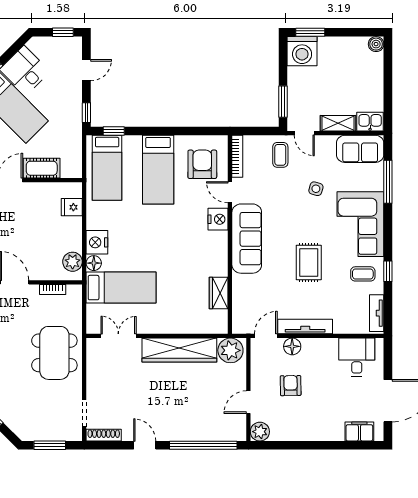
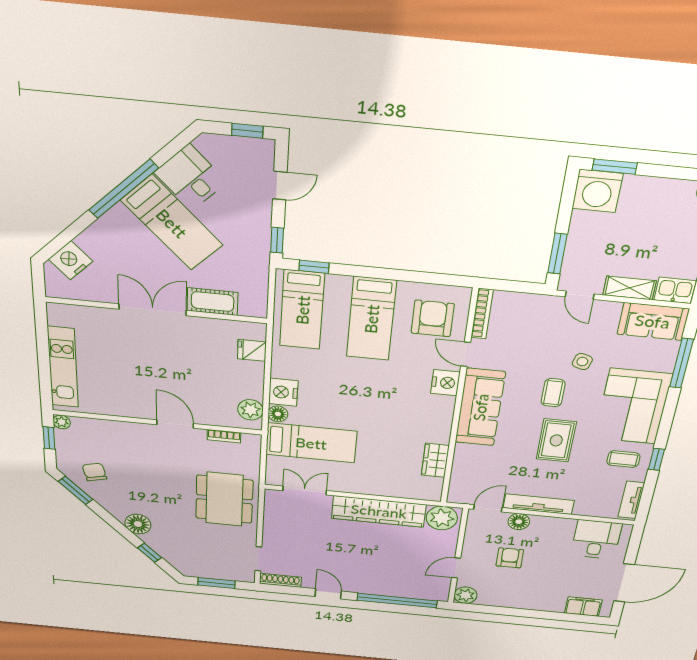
coffee table: (280, 155) -> (553, 393), moved

